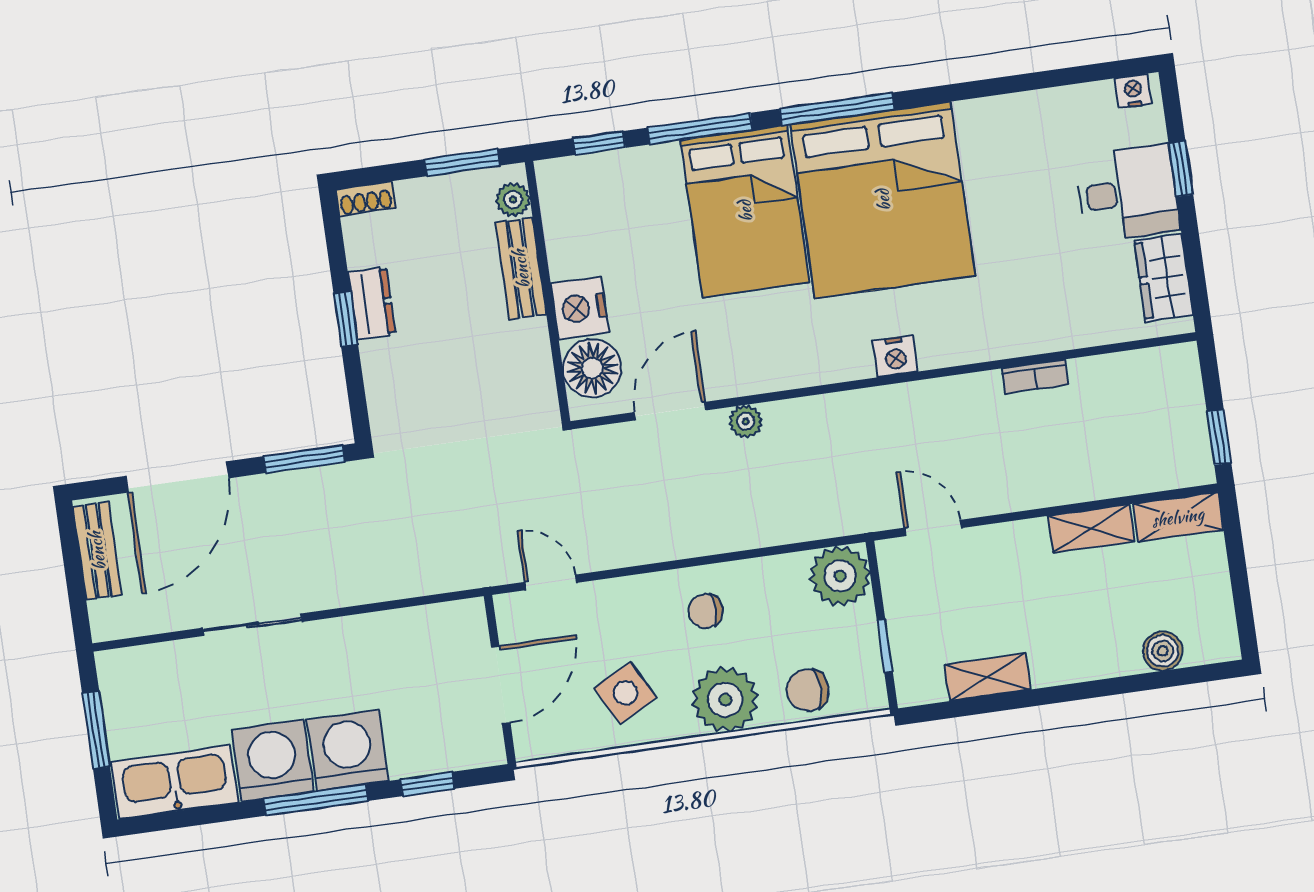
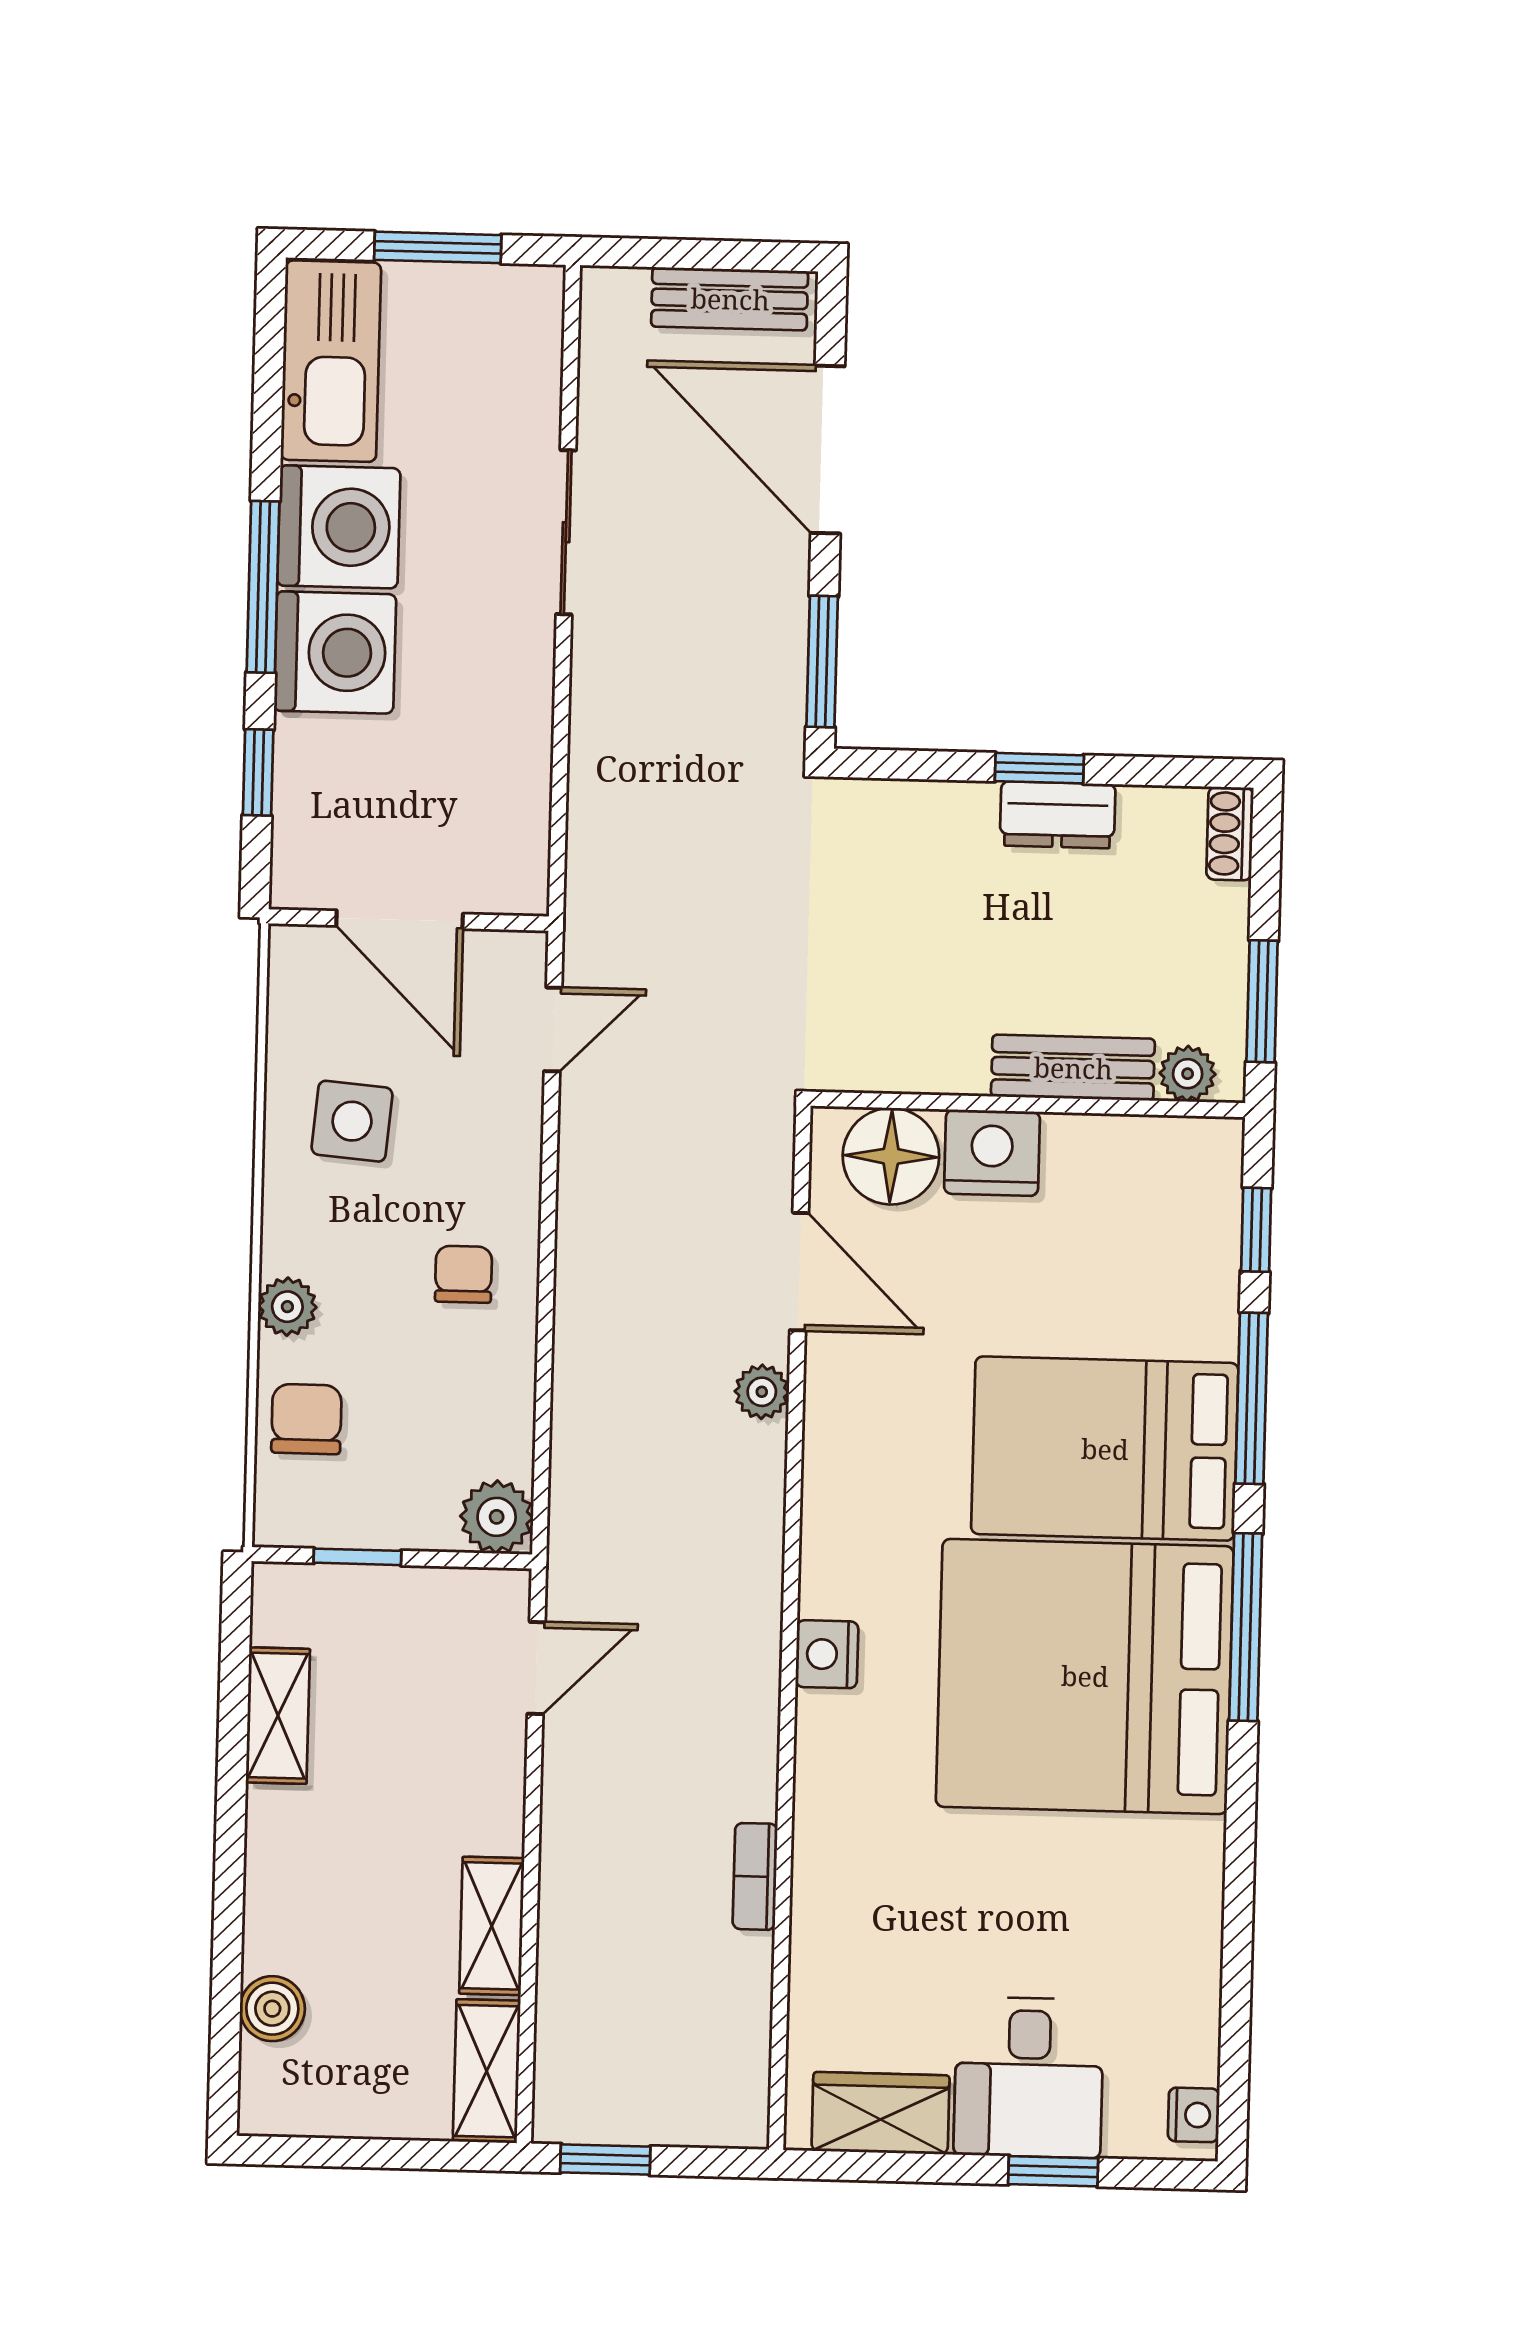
plant: (840, 576) -> (497, 1517), width x0.73, depth x0.73
side table: (626, 693) -> (352, 1121), turned 33
plant: (725, 700) -> (287, 1307), width x0.53, depth x0.53

